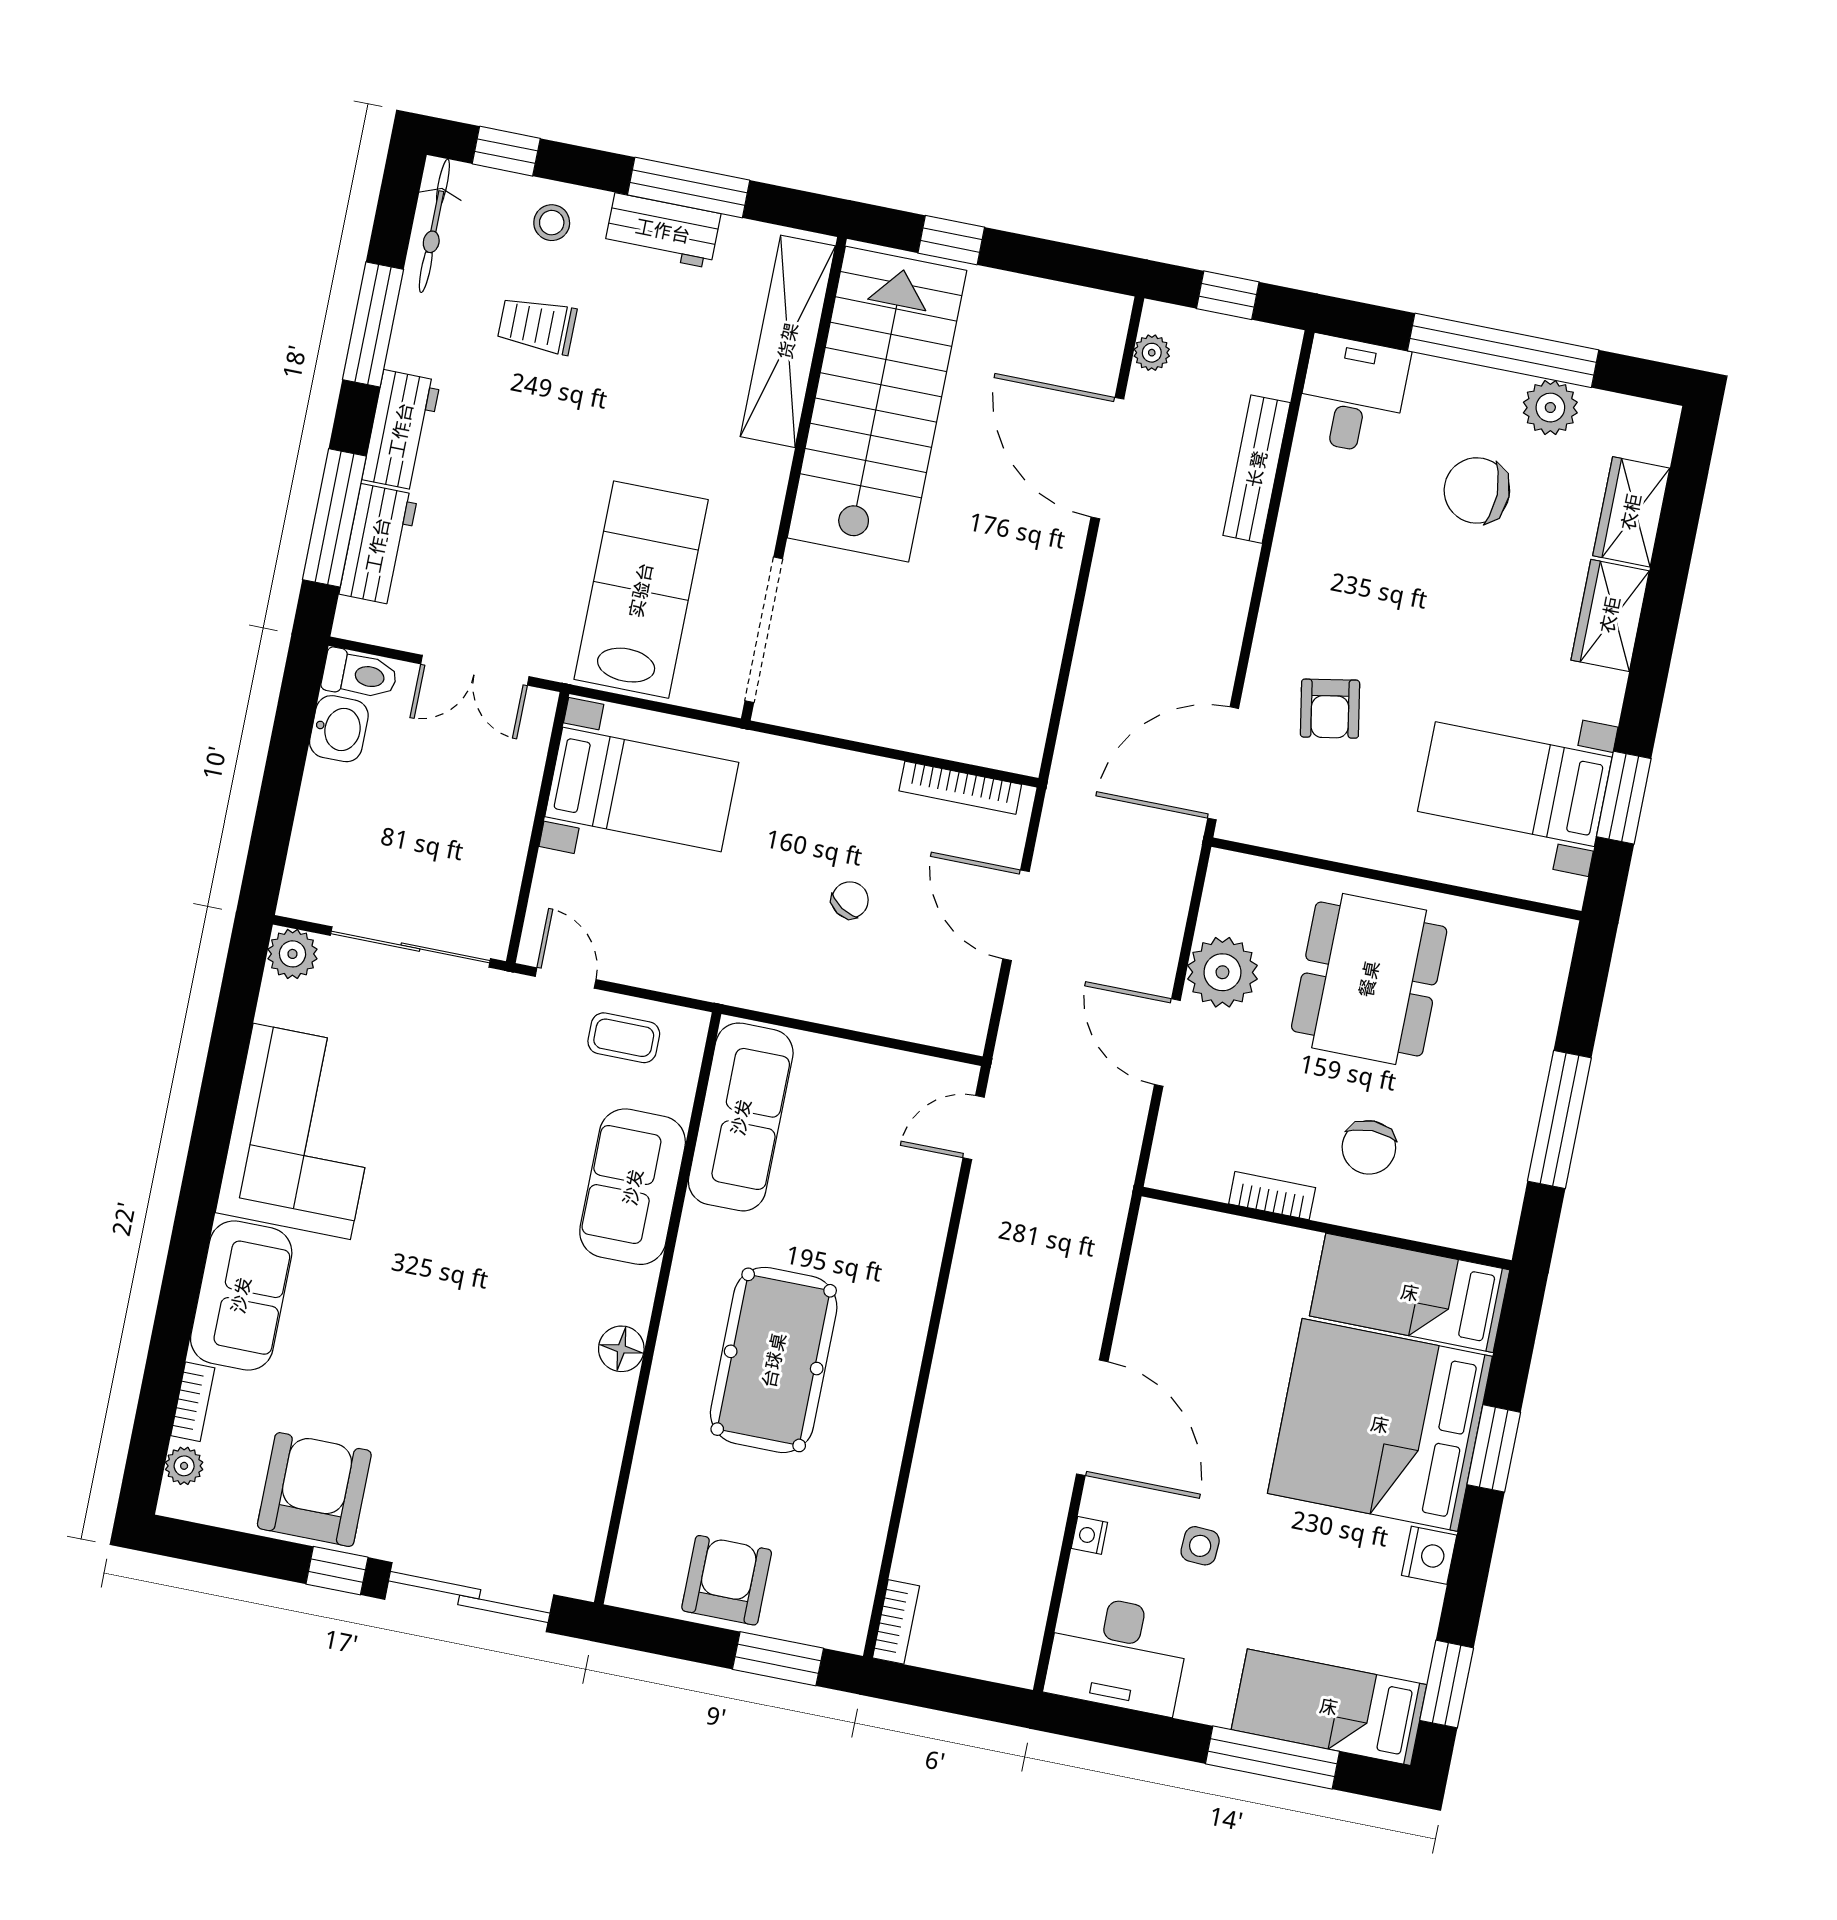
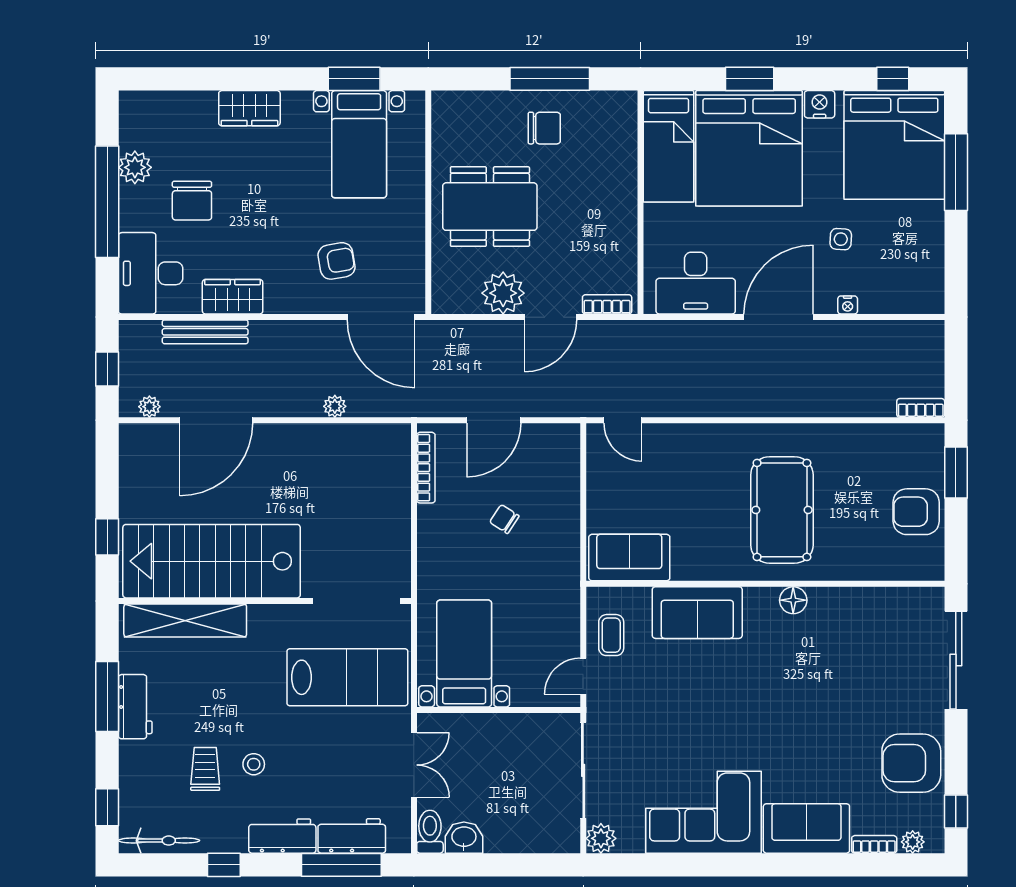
stool: (552, 223) -> (254, 764), moved
window: (373, 324) -> (224, 865), width x0.46
trolley: (537, 325) -> (205, 769), turned 180
desk: (1353, 395) -> (151, 273), width x1.37
wardrobe: (1631, 512) -> (233, 297), moved, turned 180
lab bench: (641, 590) -> (347, 677), turned 180
plant: (1091, 658) -> (335, 406), added
sofa: (741, 1117) -> (629, 558), width x0.73
chair: (1369, 1147) -> (544, 128), moved
bookcase: (1272, 1196) -> (607, 304), moved, turned 90
pool table: (774, 1360) -> (782, 510), turned 90
window: (337, 1571) -> (956, 812), moved
desk: (1118, 1654) -> (696, 283), moved, turned 90
window: (1447, 1684) -> (893, 79), width x0.67
bed: (1329, 1707) -> (894, 145), width x2.04

